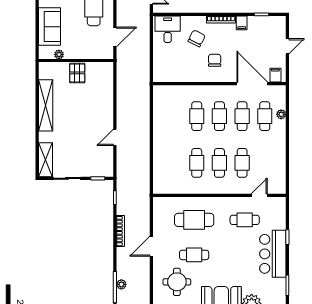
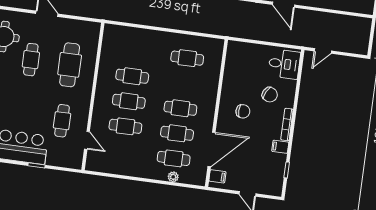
cafe table: (197, 116) -> (187, 58), moved

